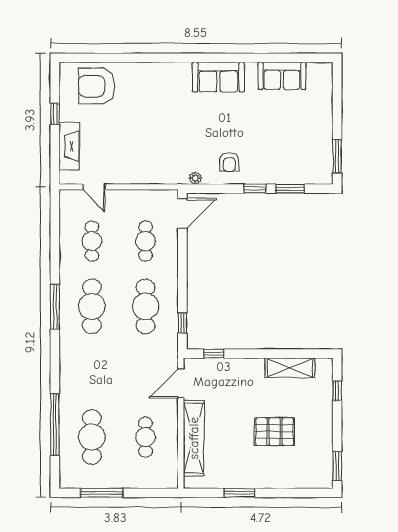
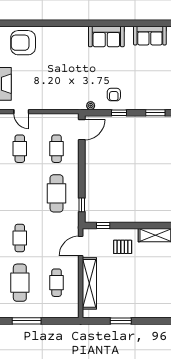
window: (255, 189) -> (119, 113), moved
cafe table: (92, 306) -> (20, 238), moved, width x0.73, depth x0.74
pallet: (275, 432) -> (123, 247), moved, width x0.67, depth x0.71

